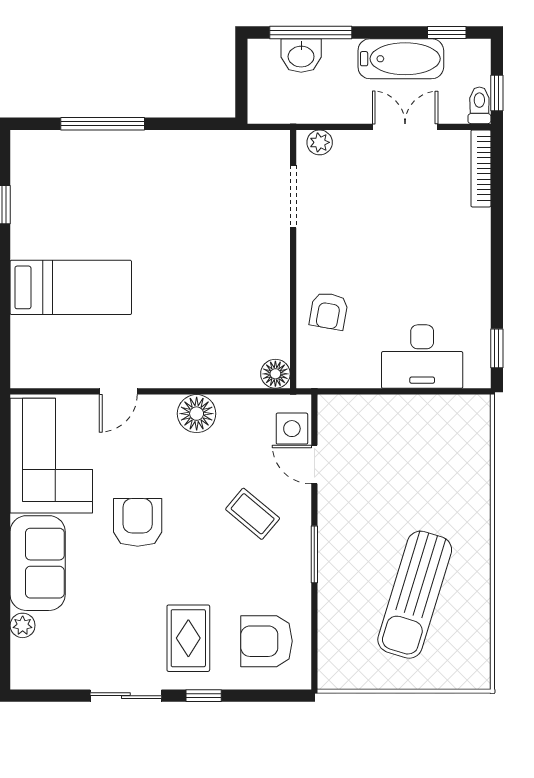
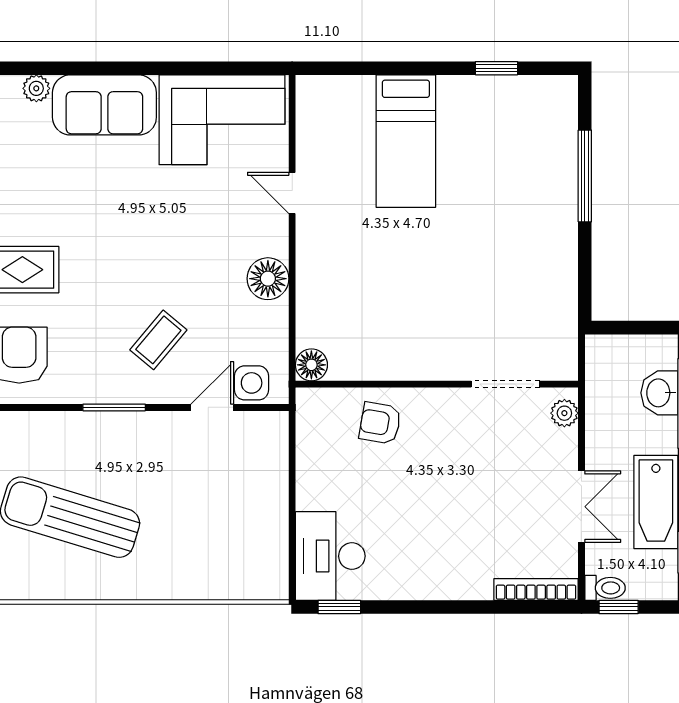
desk: (422, 357) -> (330, 556), moved
armchair: (138, 522) -> (149, 214), removed

